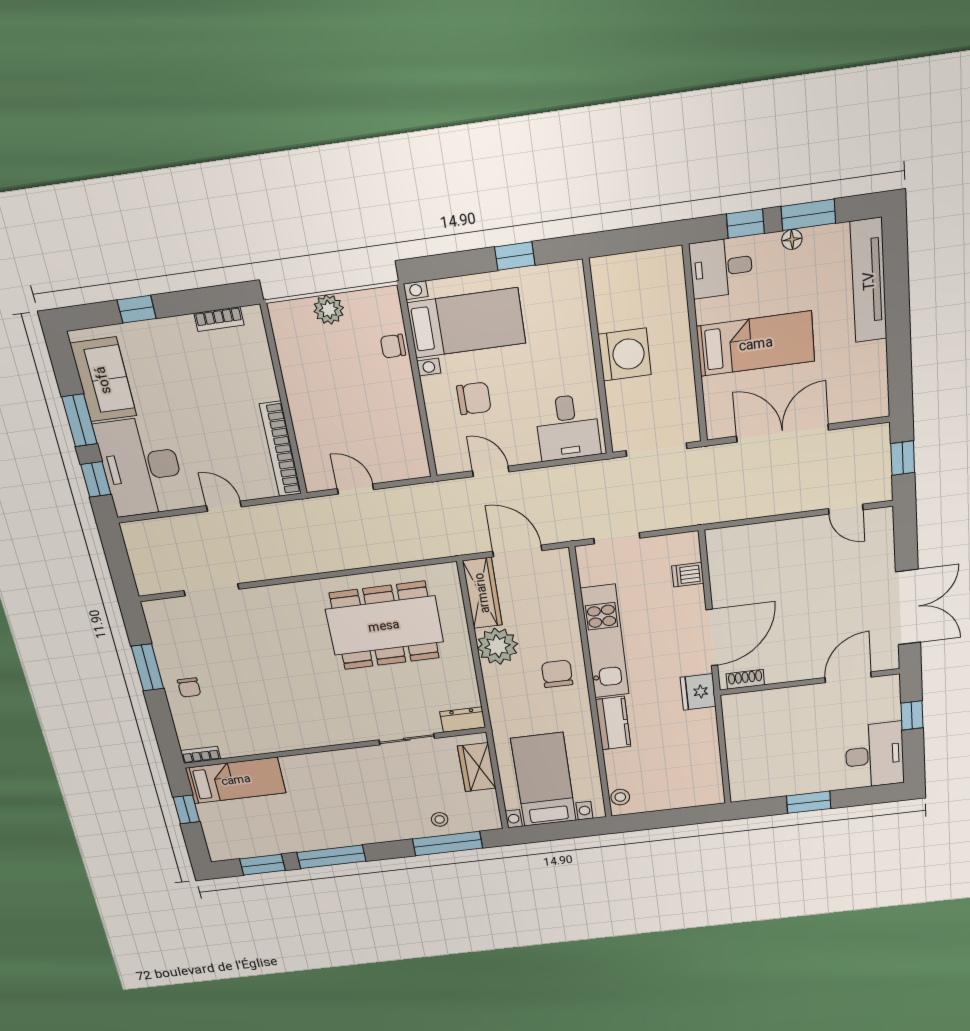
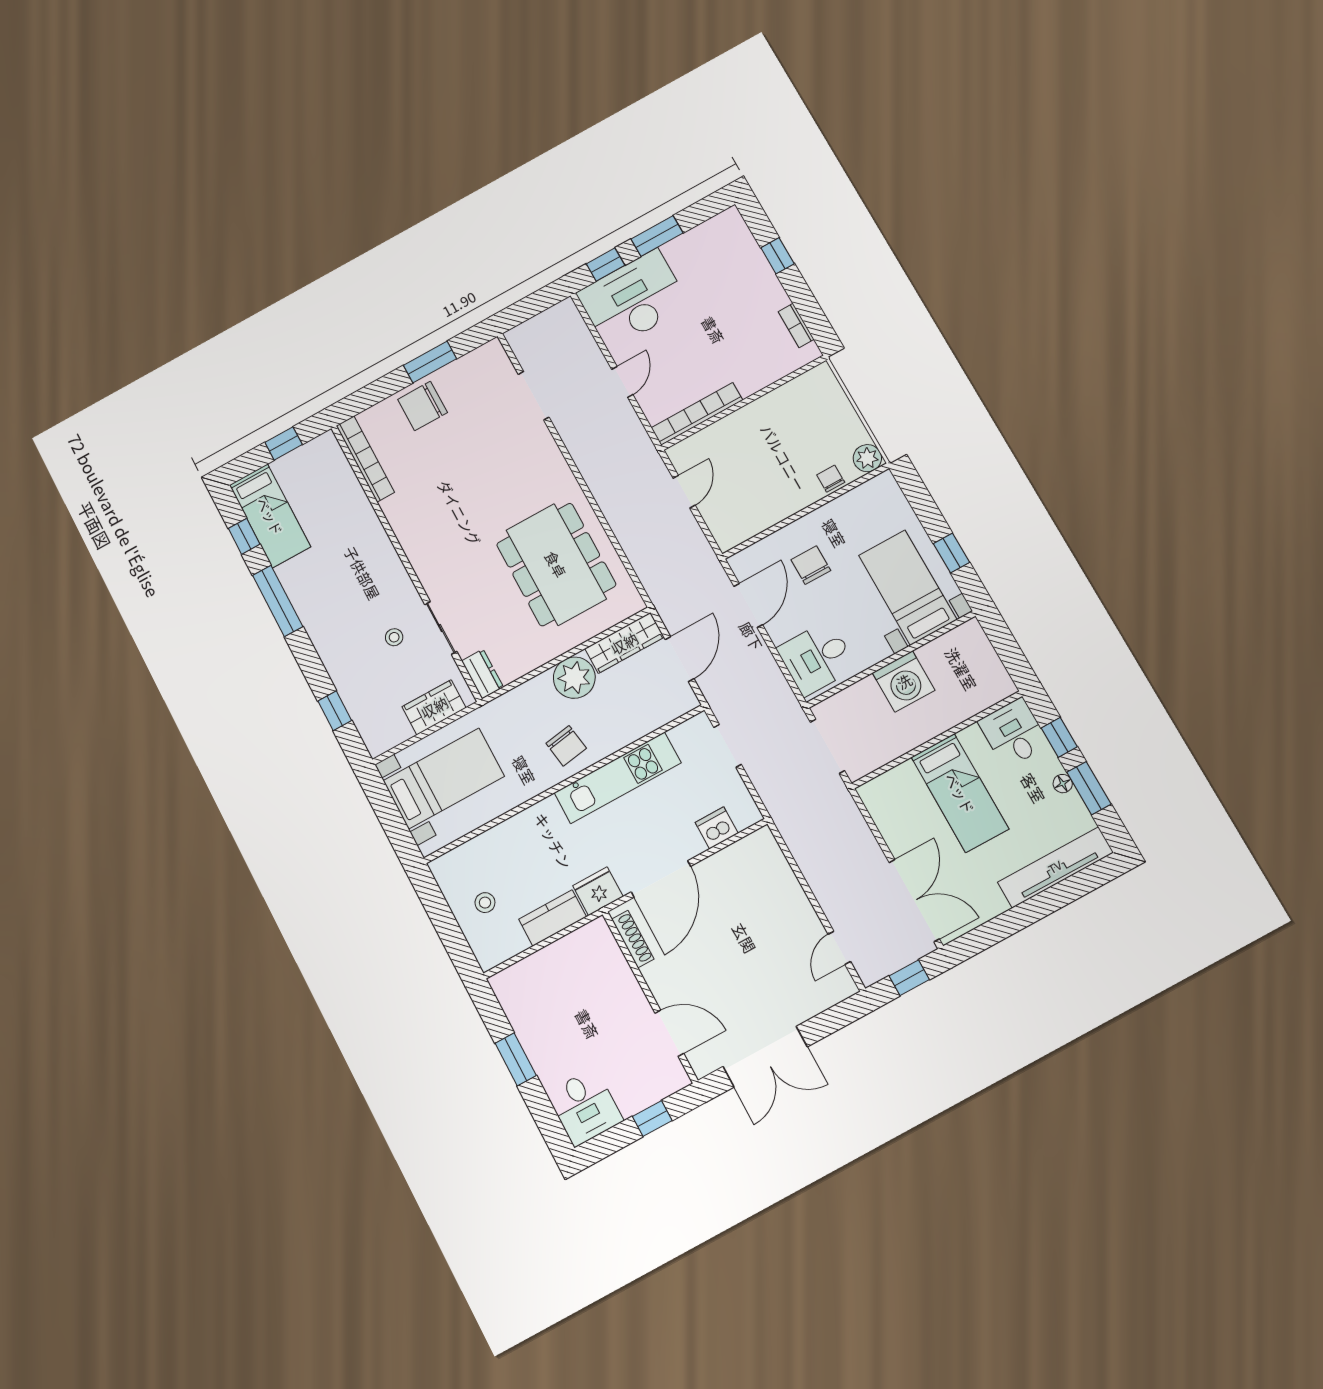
plant: (329, 310) -> (867, 458), moved
bed with nightstands: (466, 323) -> (908, 587), moved, turned 180
sofa: (103, 380) -> (703, 246), removed
chair: (474, 398) -> (811, 565), turned 180
double door: (782, 433) -> (914, 901), moved
door: (491, 471) -> (748, 605), width x1.38
dishwasher: (688, 575) -> (717, 828), width x1.38
door: (712, 638) -> (661, 879), hinge flipped
chair: (557, 674) -> (566, 746), turned 81
shoe rack: (745, 679) -> (633, 939), width x1.43
chair: (189, 687) -> (422, 406), width x1.87, depth x1.87
kitchen counter: (613, 723) -> (553, 918), moved, turned 180
bookcase: (201, 755) -> (365, 459), width x2.31, depth x1.31
desk: (875, 755) -> (585, 1107), width x0.73
bed: (236, 780) -> (270, 516), moved
stool: (620, 797) -> (485, 903), moved
stool: (440, 819) -> (394, 637), moved
window: (447, 843) -> (335, 711), width x0.46
window: (263, 865) -> (244, 536), width x0.67

